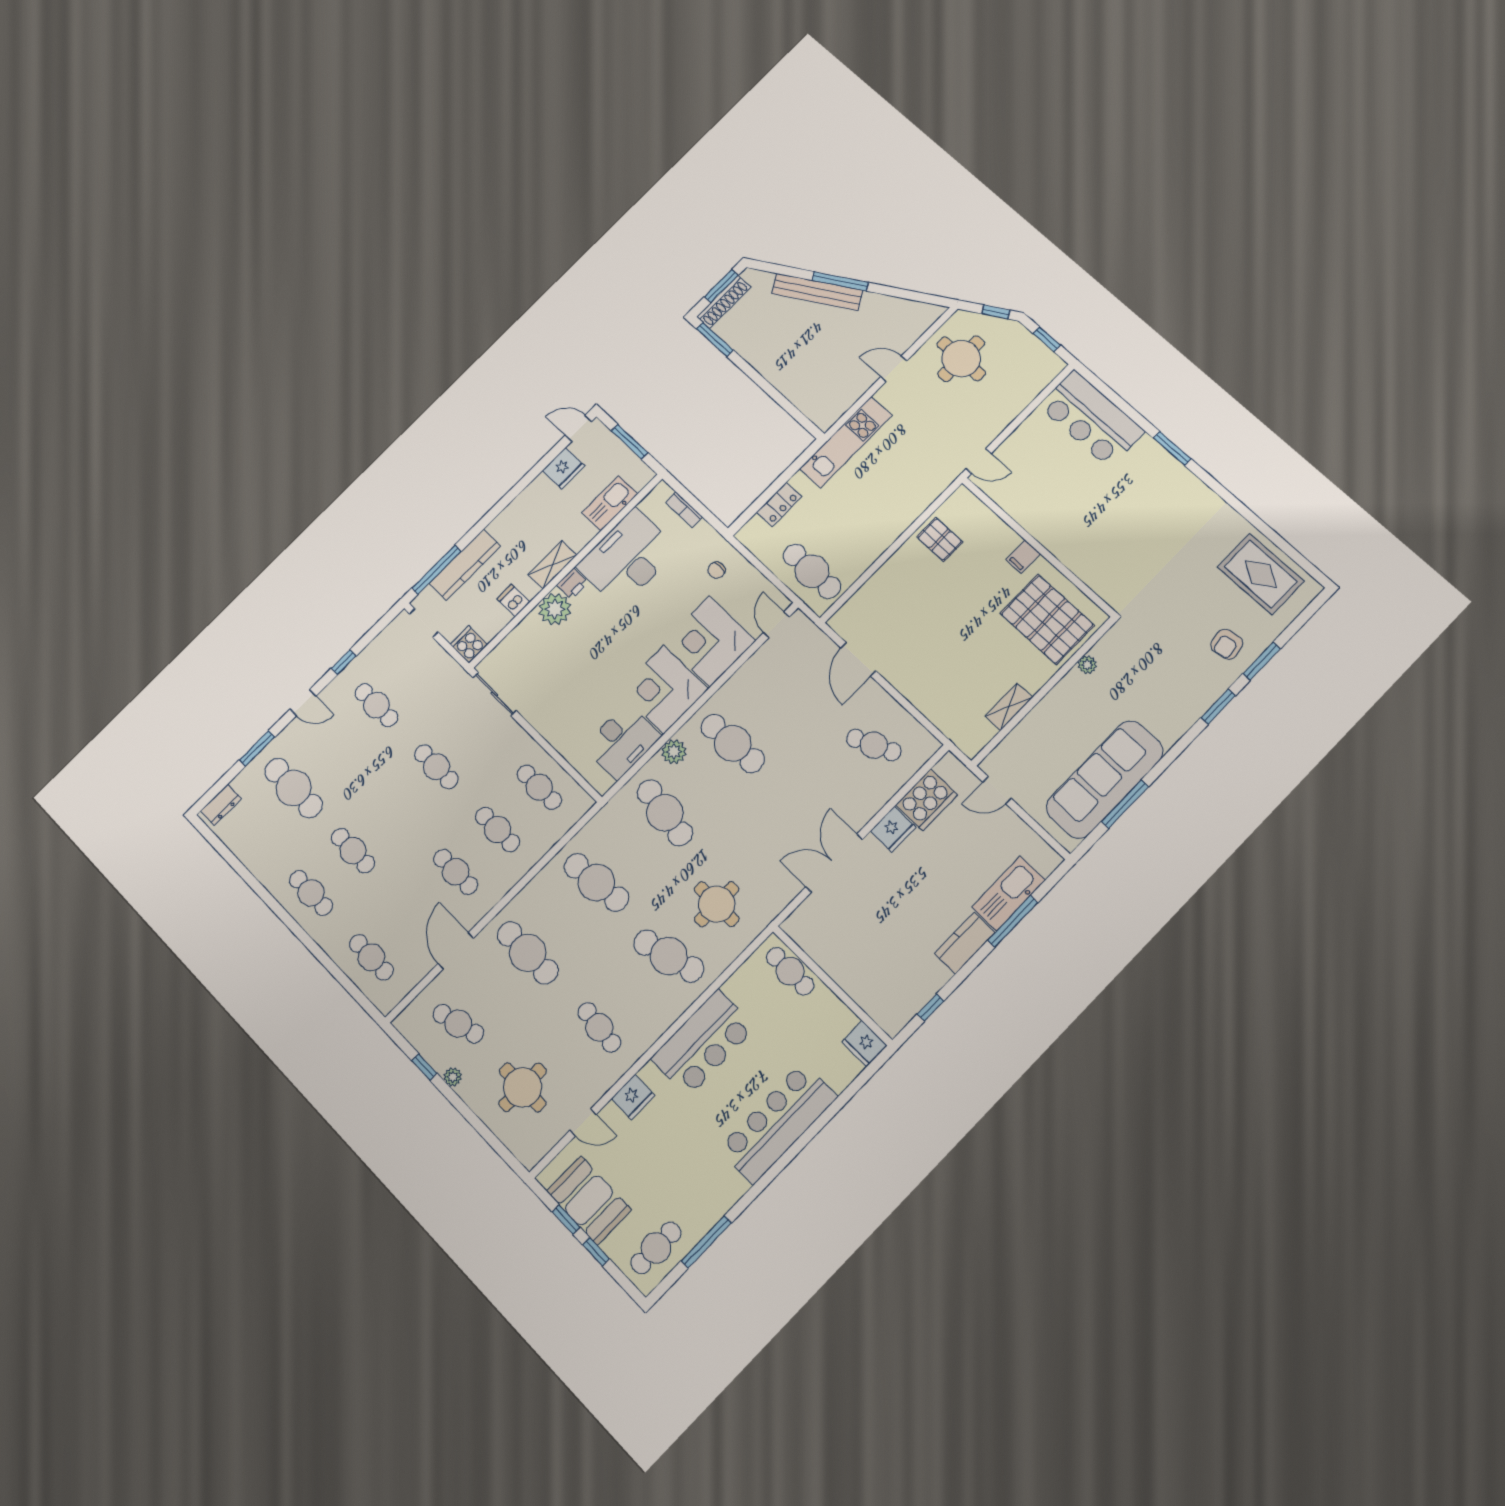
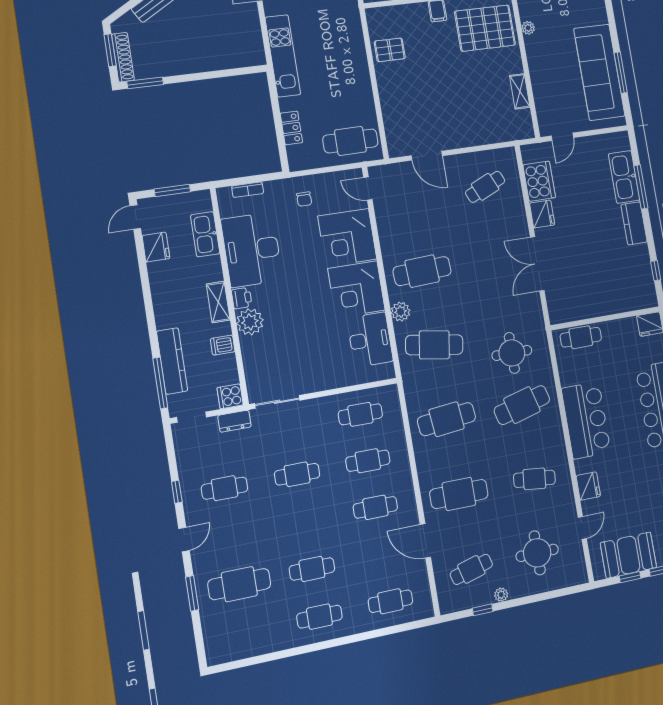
dresser: (221, 805) -> (234, 421), moved, turned 90

